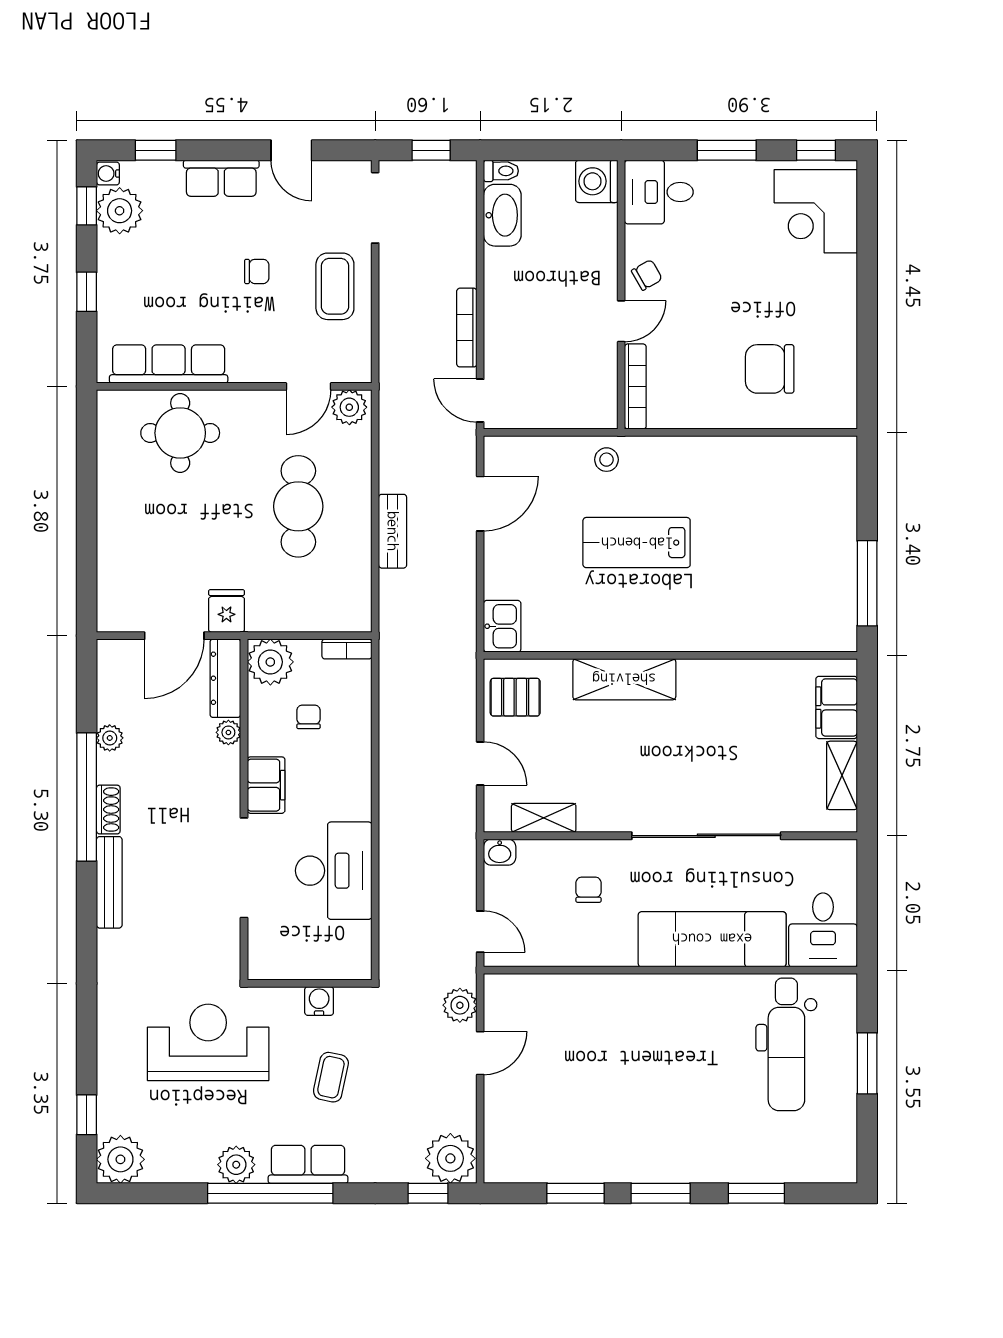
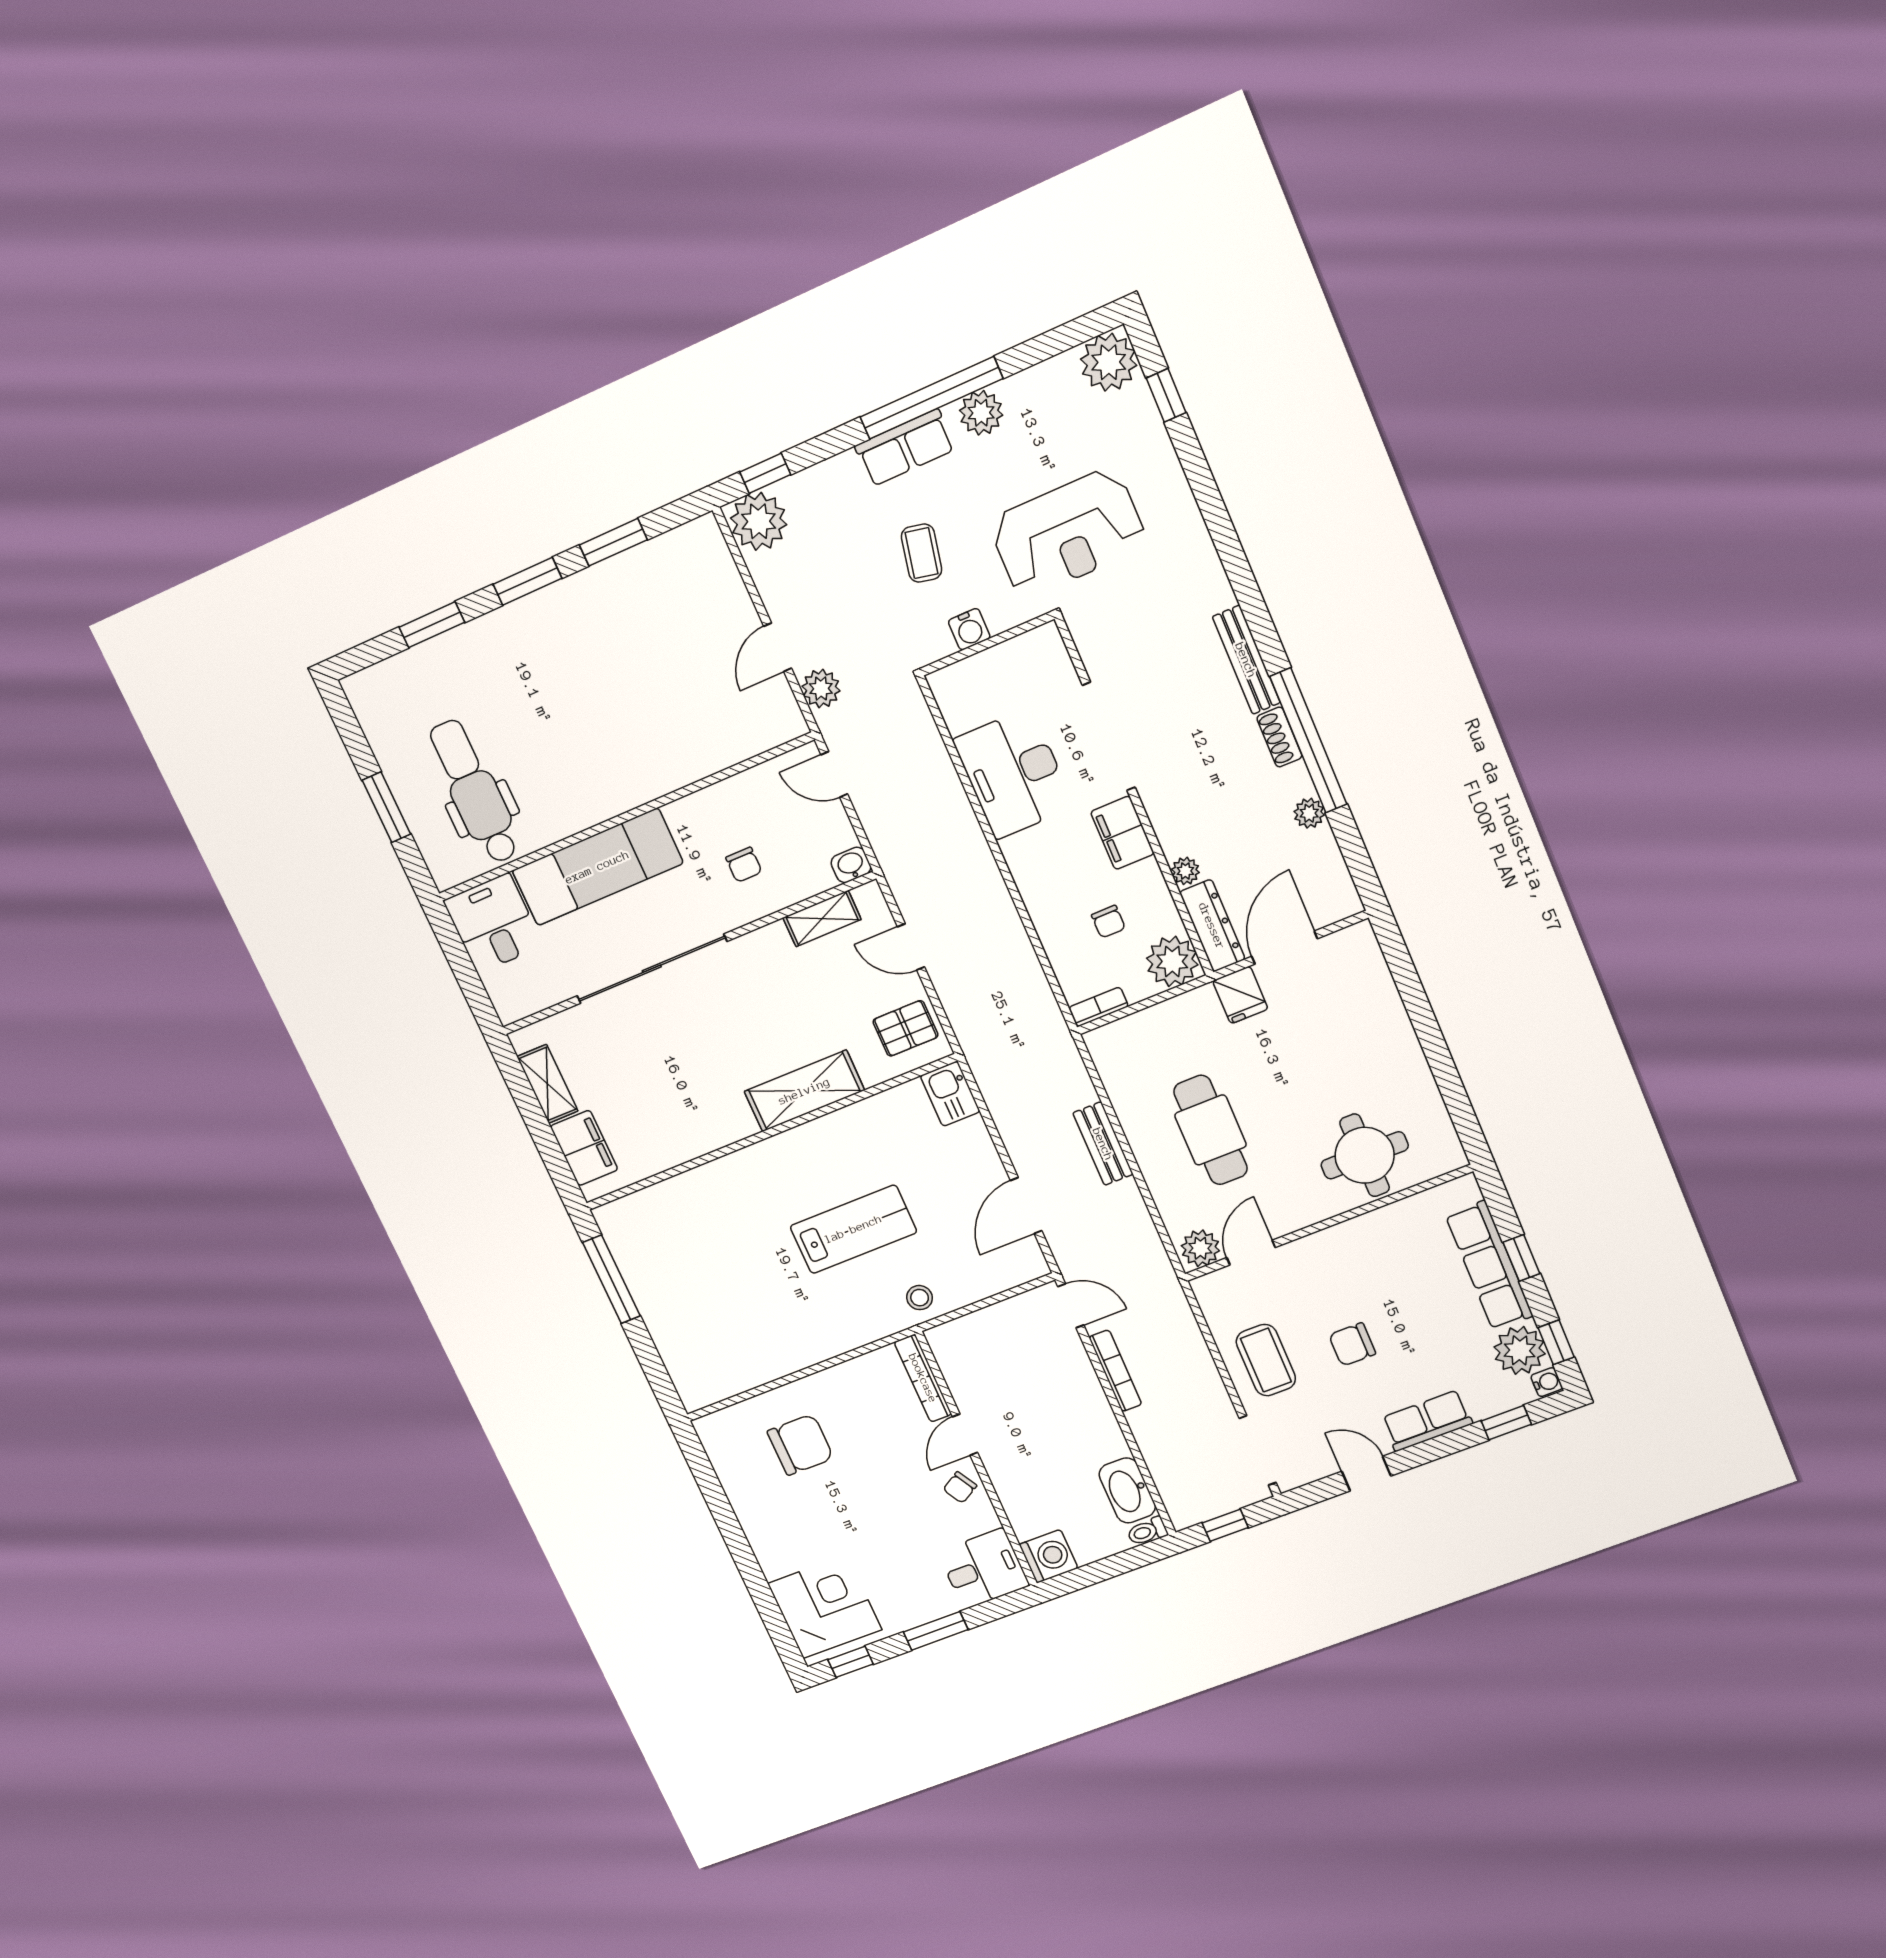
chair: (257, 271) -> (1352, 1344), width x1.37, depth x1.37
row of seats: (169, 364) -> (1489, 1266), moved, turned 90

